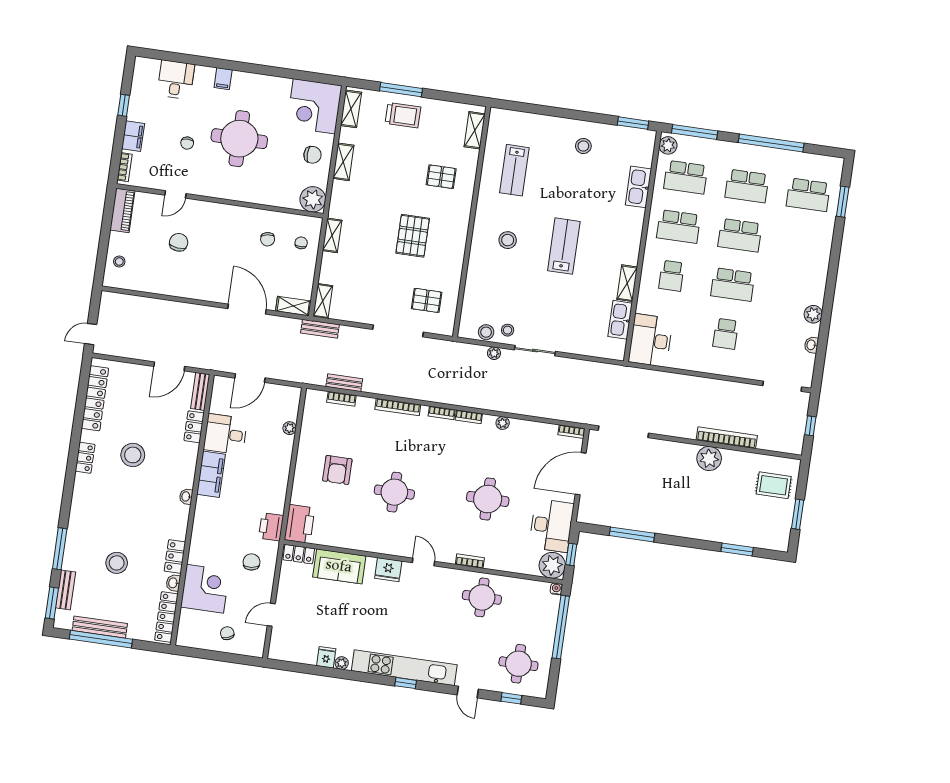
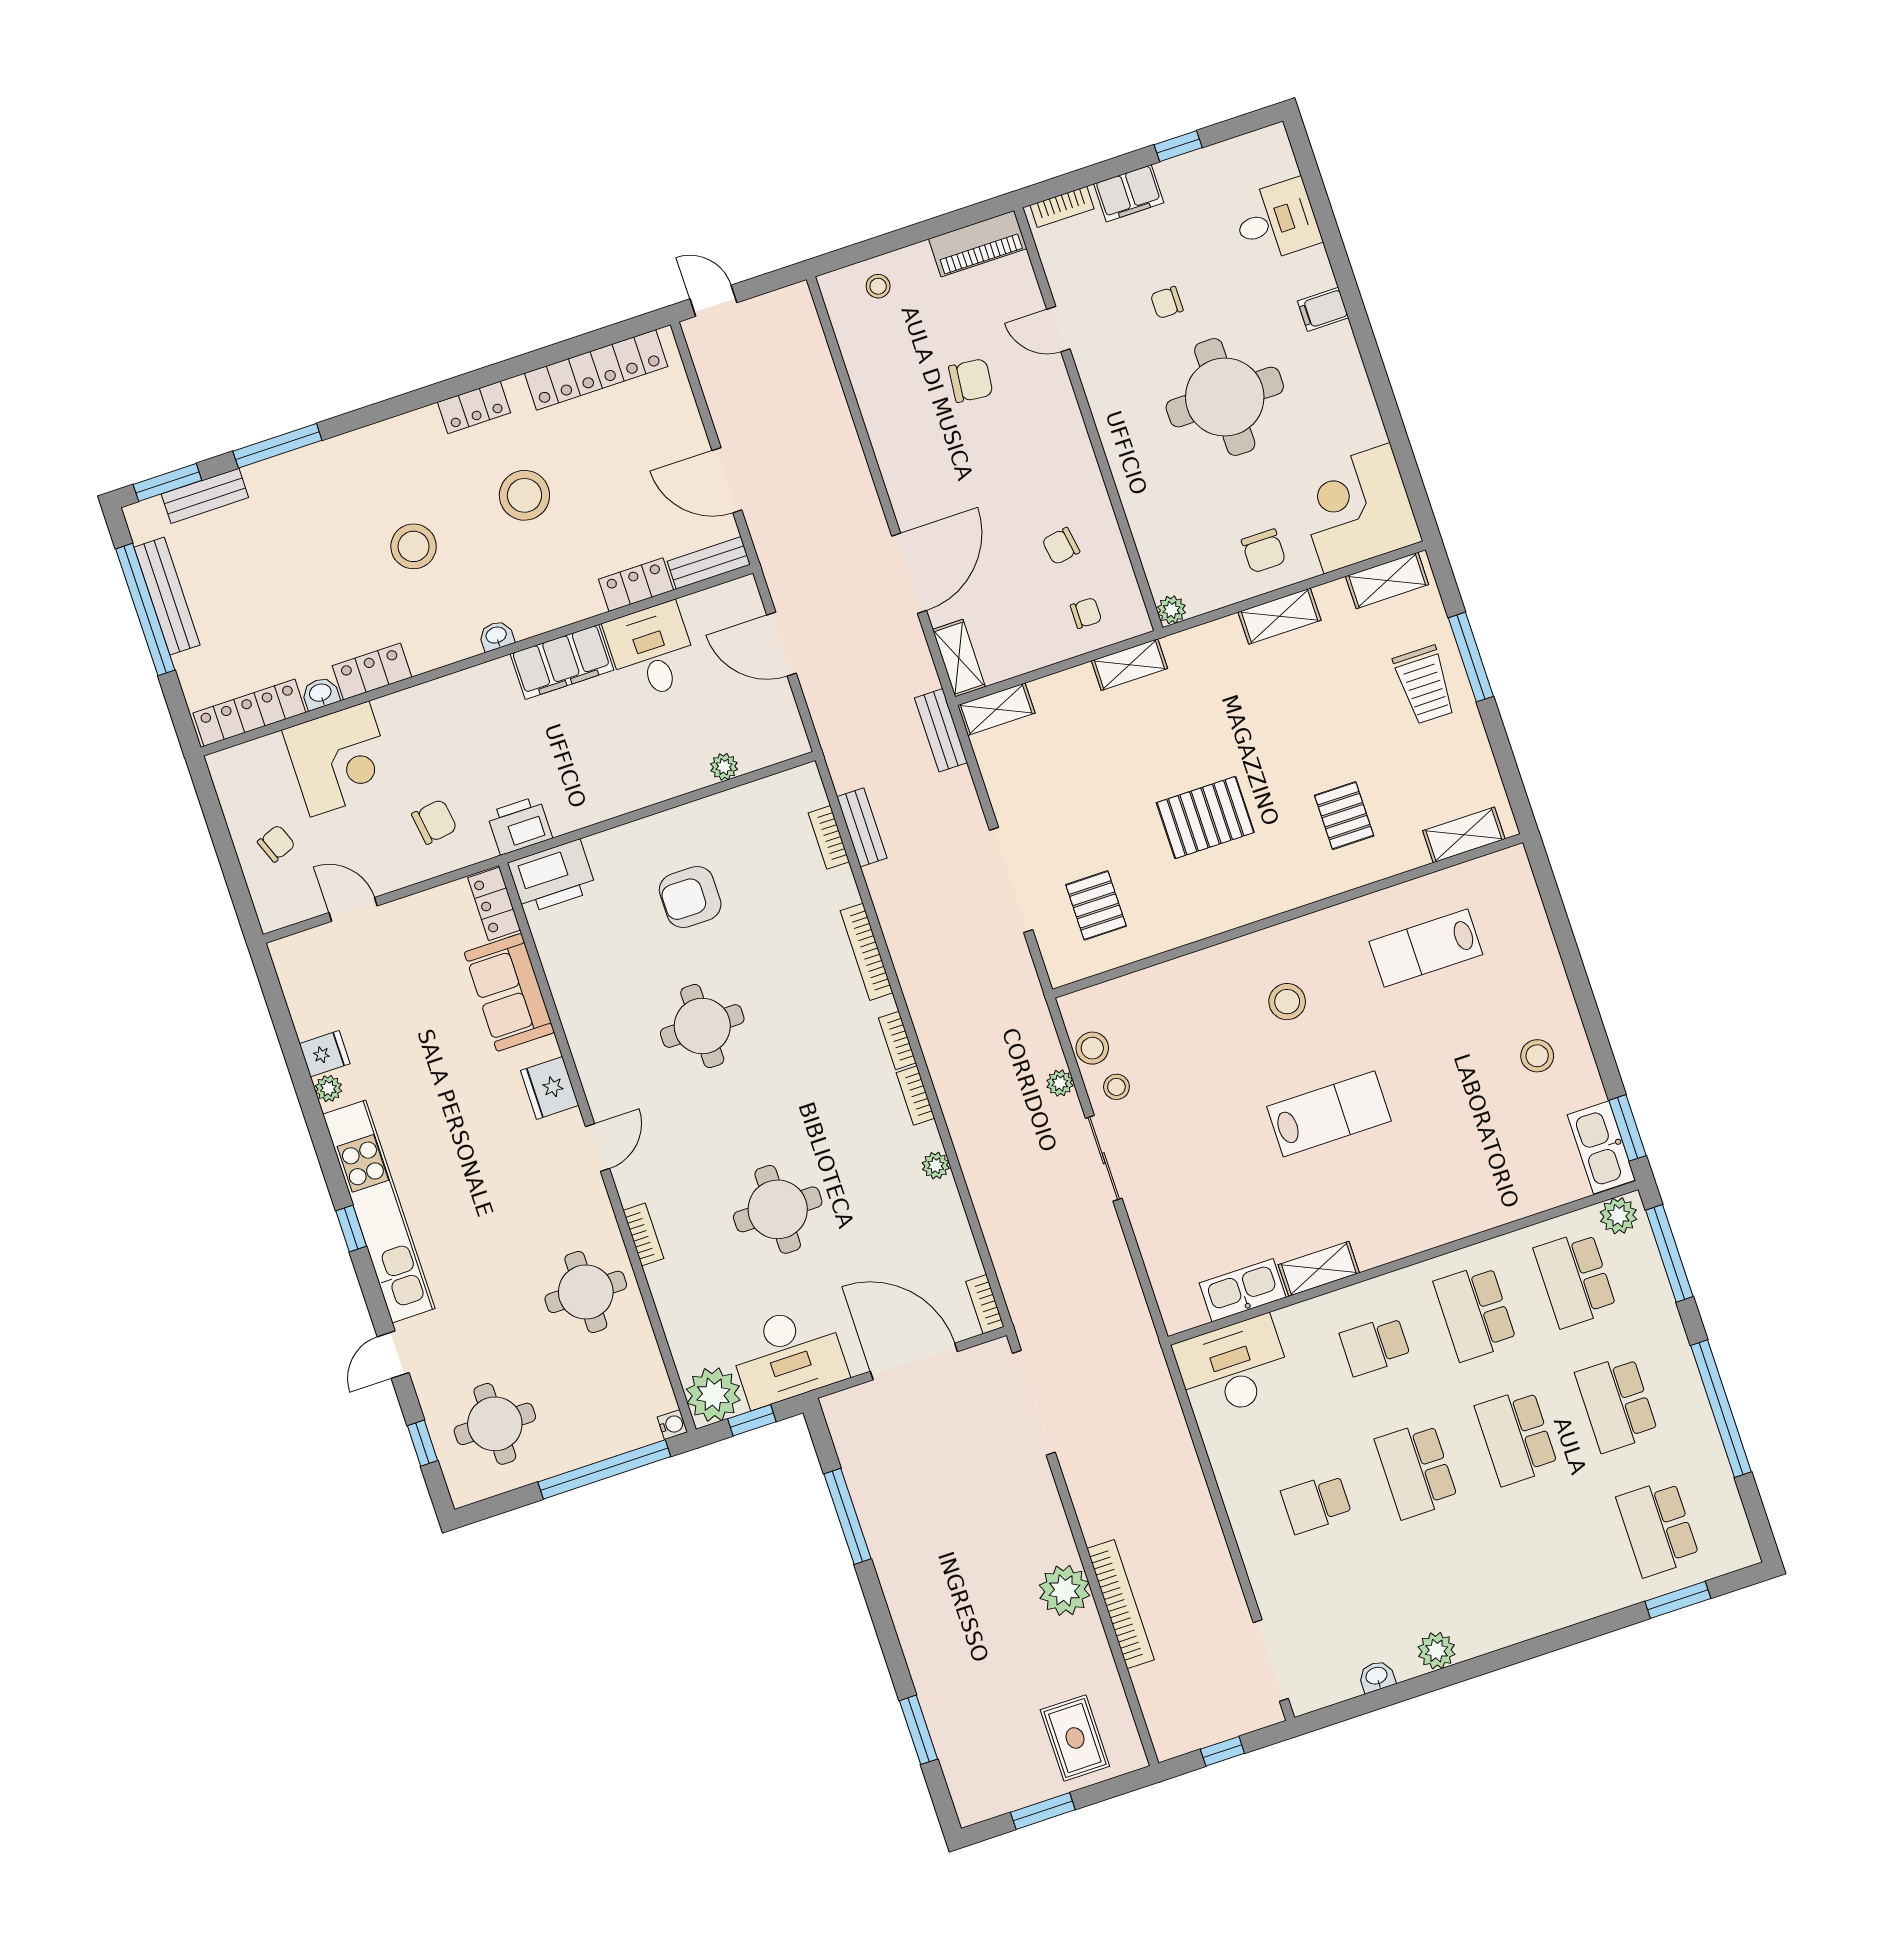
kitchen sink: (638, 187) -> (1601, 1147), moved, turned -90
plant: (313, 199) -> (1172, 610), width x0.53, depth x0.53
stool: (117, 563) -> (414, 546), moved

